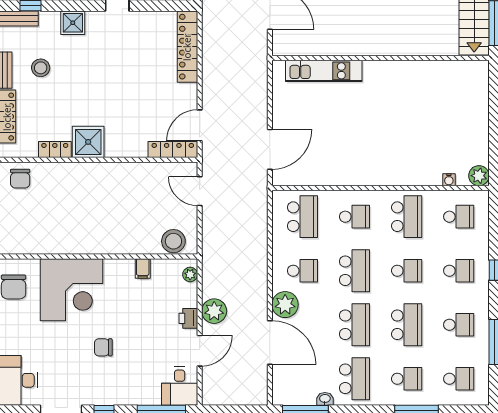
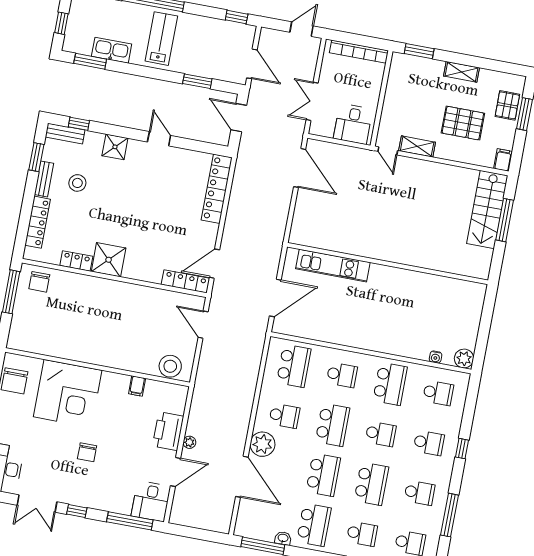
wall: (381, 58) -> (388, 263), moved
kitchen unit: (324, 71) -> (333, 266), moved
plant: (190, 274) -> (180, 400), removed
plant: (214, 311) -> (189, 442), width x0.53, depth x0.53
printer: (188, 318) -> (168, 431), width x1.87, depth x1.48
chair: (103, 347) -> (87, 452), turned -90

